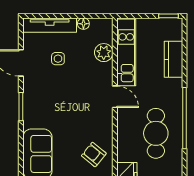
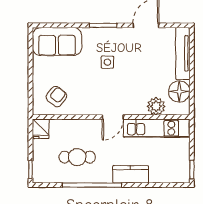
floor lamp: (83, 24) -> (179, 91), width x1.89, depth x1.89
side table: (58, 59) -> (107, 62), moved
kitchen counter: (173, 59) -> (131, 174), moved
cafe table: (156, 133) -> (77, 157), width x0.73, depth x0.74

